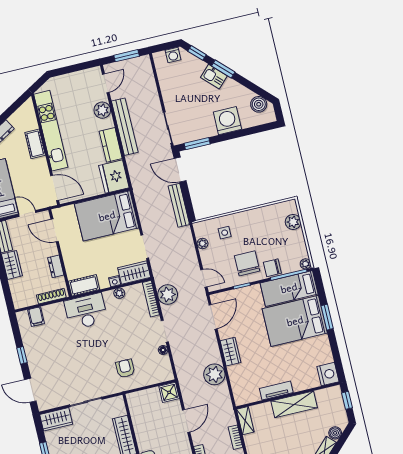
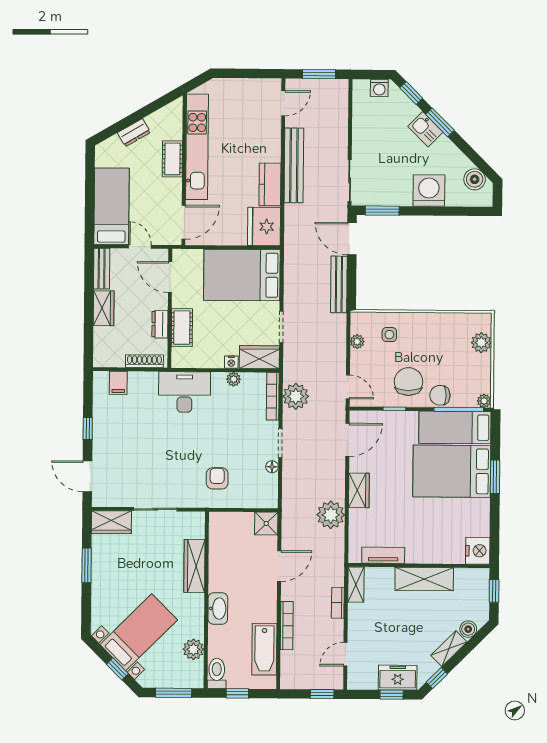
plant: (102, 110) -> (270, 137), removed
door: (55, 188) -> (184, 222), hinge flipped
cot: (84, 285) -> (182, 328), moved, turned 90
tv unit: (276, 390) -> (383, 555), moved

